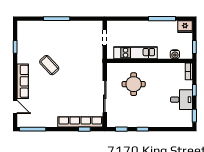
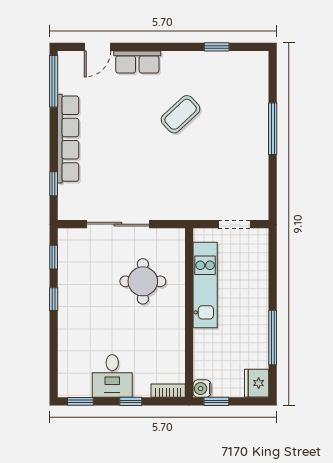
water cooler: (175, 54) -> (202, 389), moved
row of seats: (23, 81) -> (137, 62), width x0.68
row of seats: (80, 122) -> (68, 139), moved

